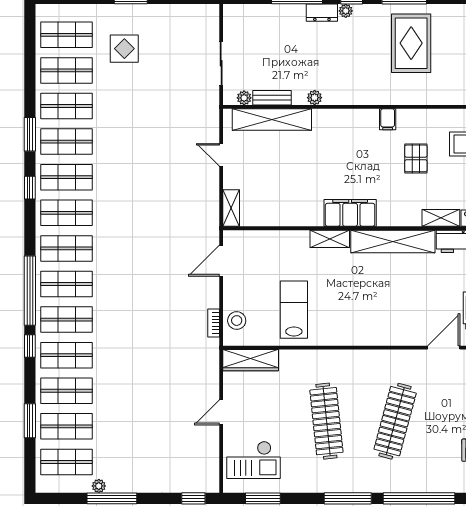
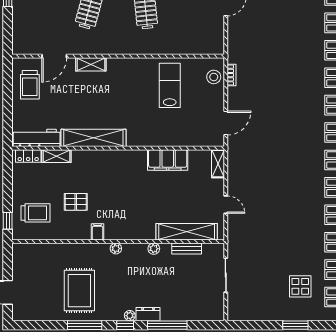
plant: (244, 98) -> (116, 248), moved
pallet: (416, 158) -> (76, 202), turned 90
filing cabinet: (350, 213) -> (168, 160), moved
shelving: (330, 239) -> (91, 64), moved
lab bench: (294, 310) -> (170, 85), turned 180
wardrobe: (251, 360) -> (203, 46), removed

